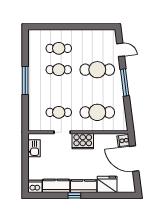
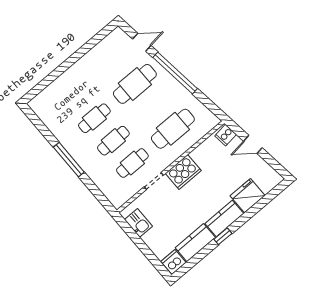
cafe table: (59, 48) -> (113, 141), moved
window: (125, 83) -> (175, 73), width x1.46
door: (134, 159) -> (253, 144), width x0.53

